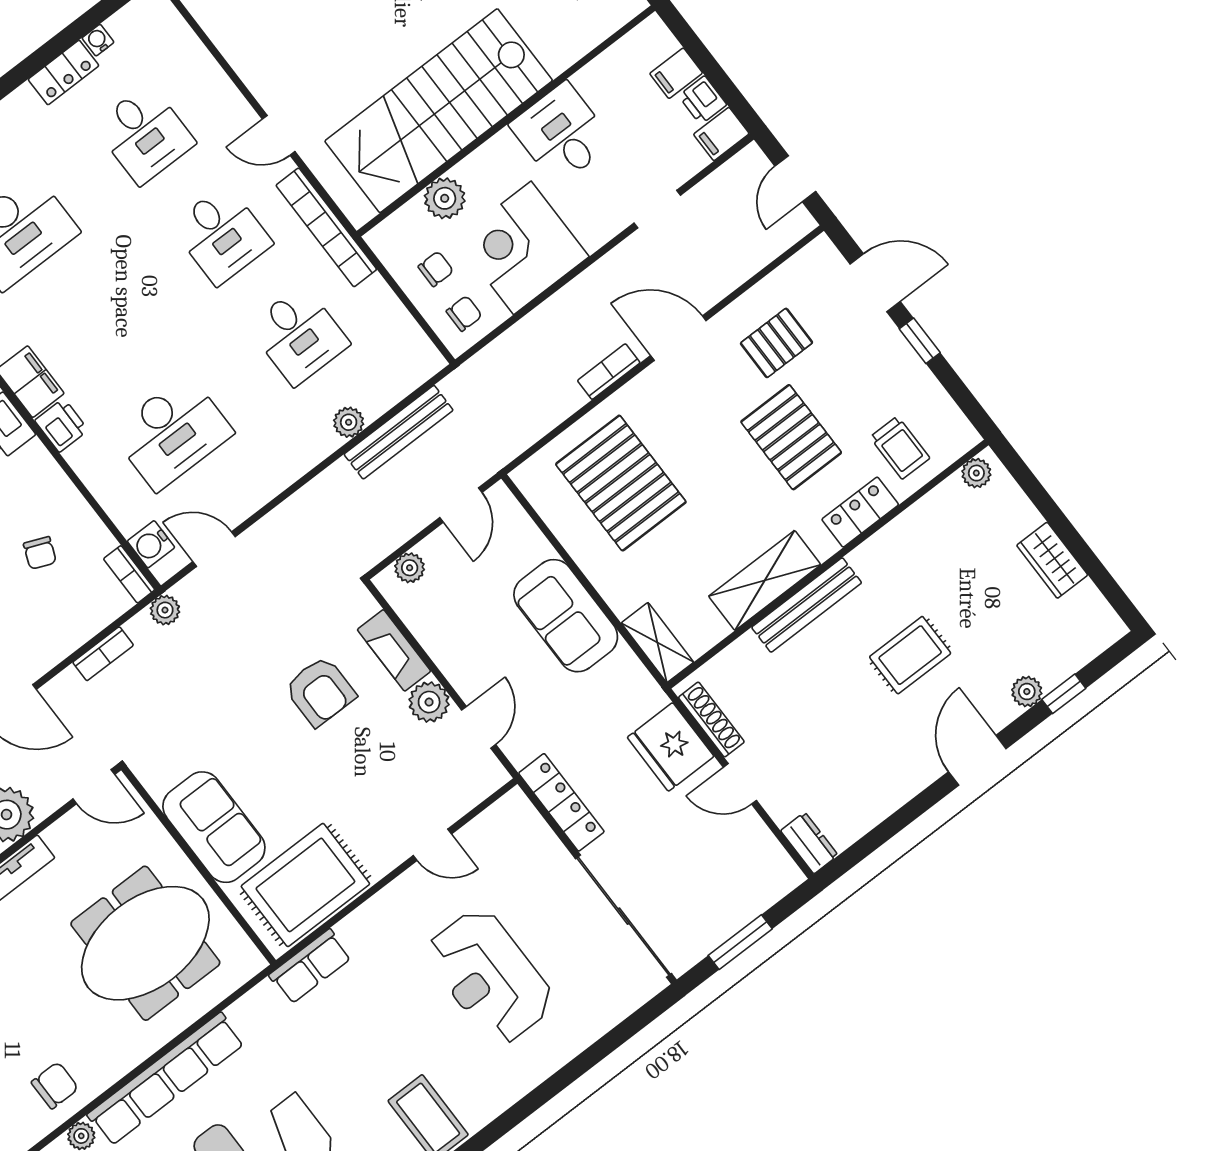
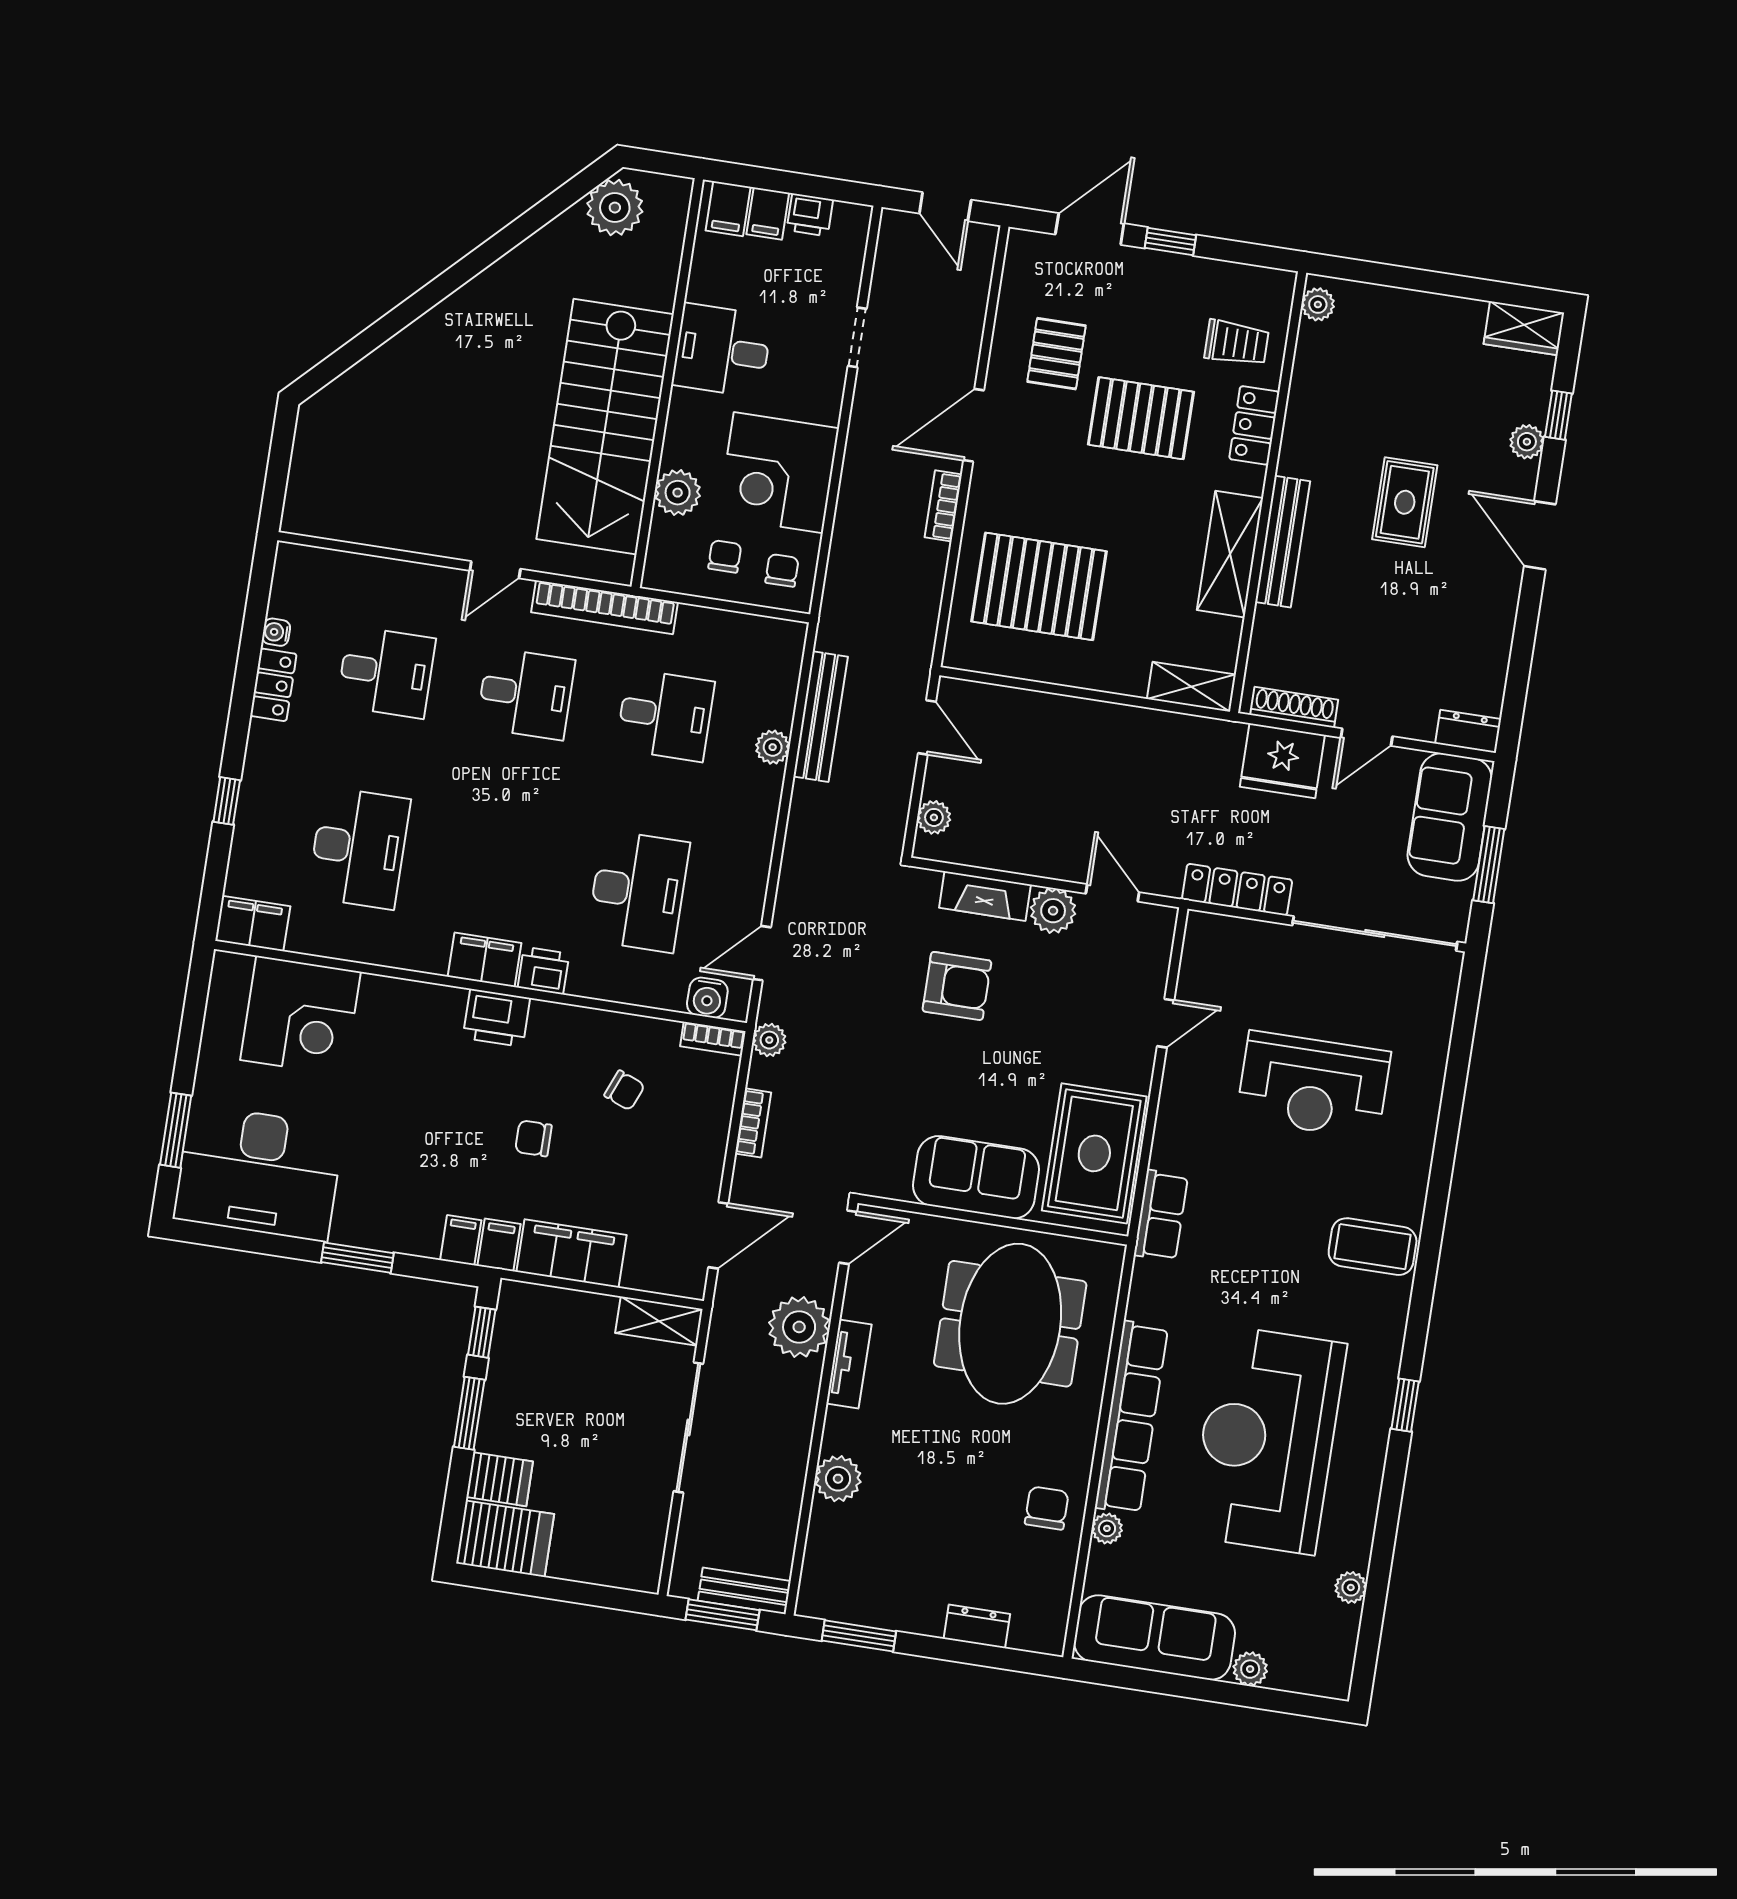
filing cabinet: (721, 134) -> (728, 209), moved
wardrobe: (1052, 560) -> (1524, 328), moved
sofa: (566, 616) -> (1450, 817), moved, turned 90

